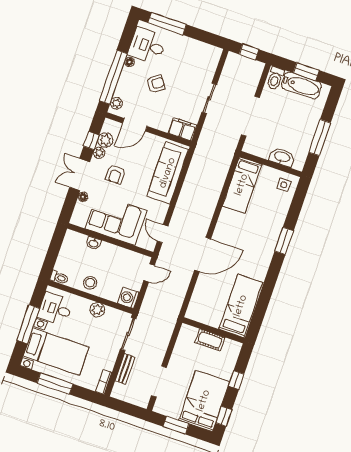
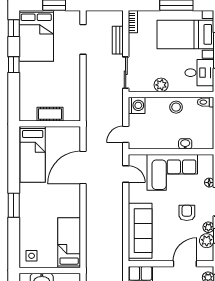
bed: (241, 306) -> (33, 154), moved
wall: (213, 330) -> (50, 124), moved
cot: (210, 340) -> (50, 114), moved

